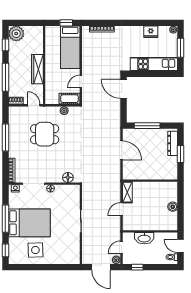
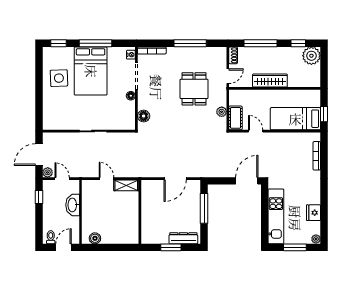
boiler: (173, 207) -> (95, 238), moved

